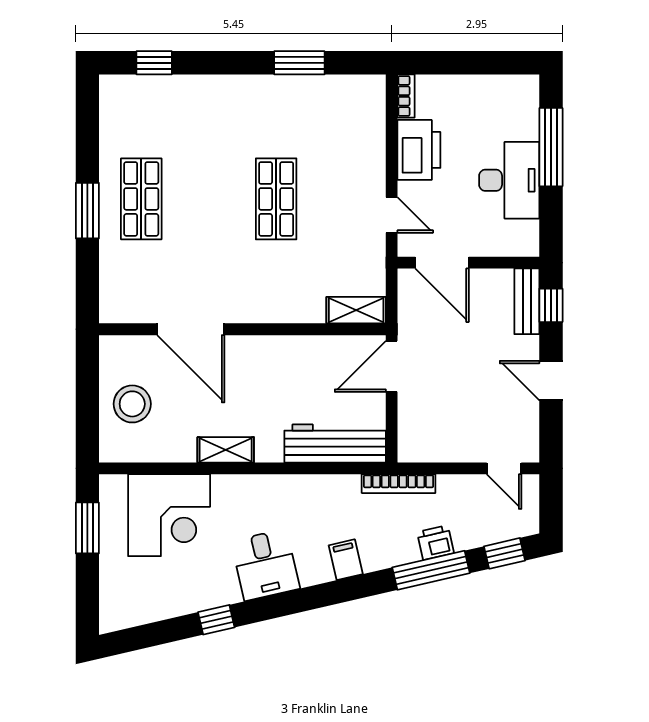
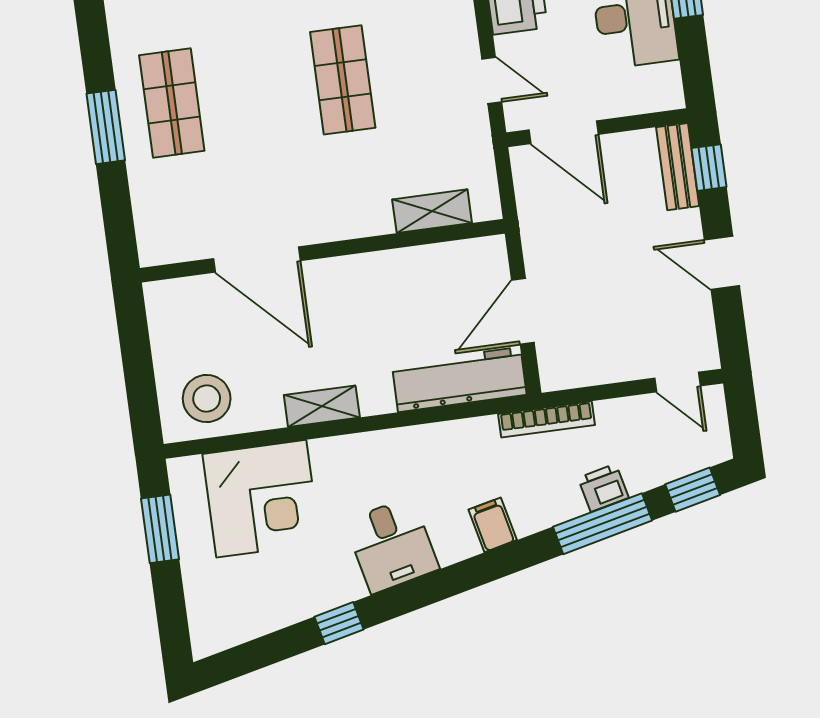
shelving: (356, 310) -> (432, 211), moved
door: (392, 366) -> (523, 311), moved
stool: (132, 404) -> (207, 399), moved

